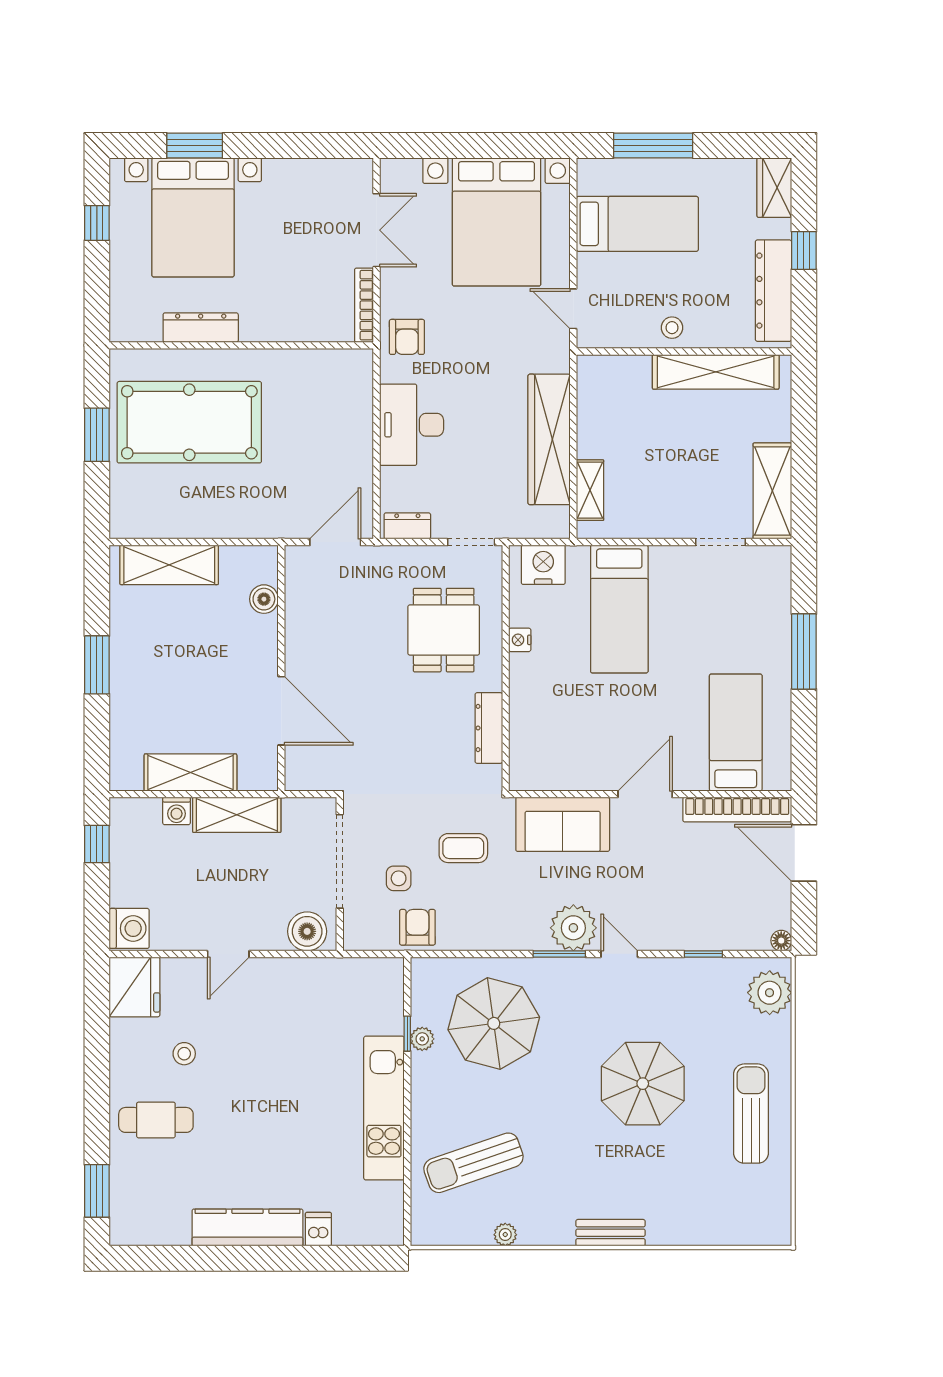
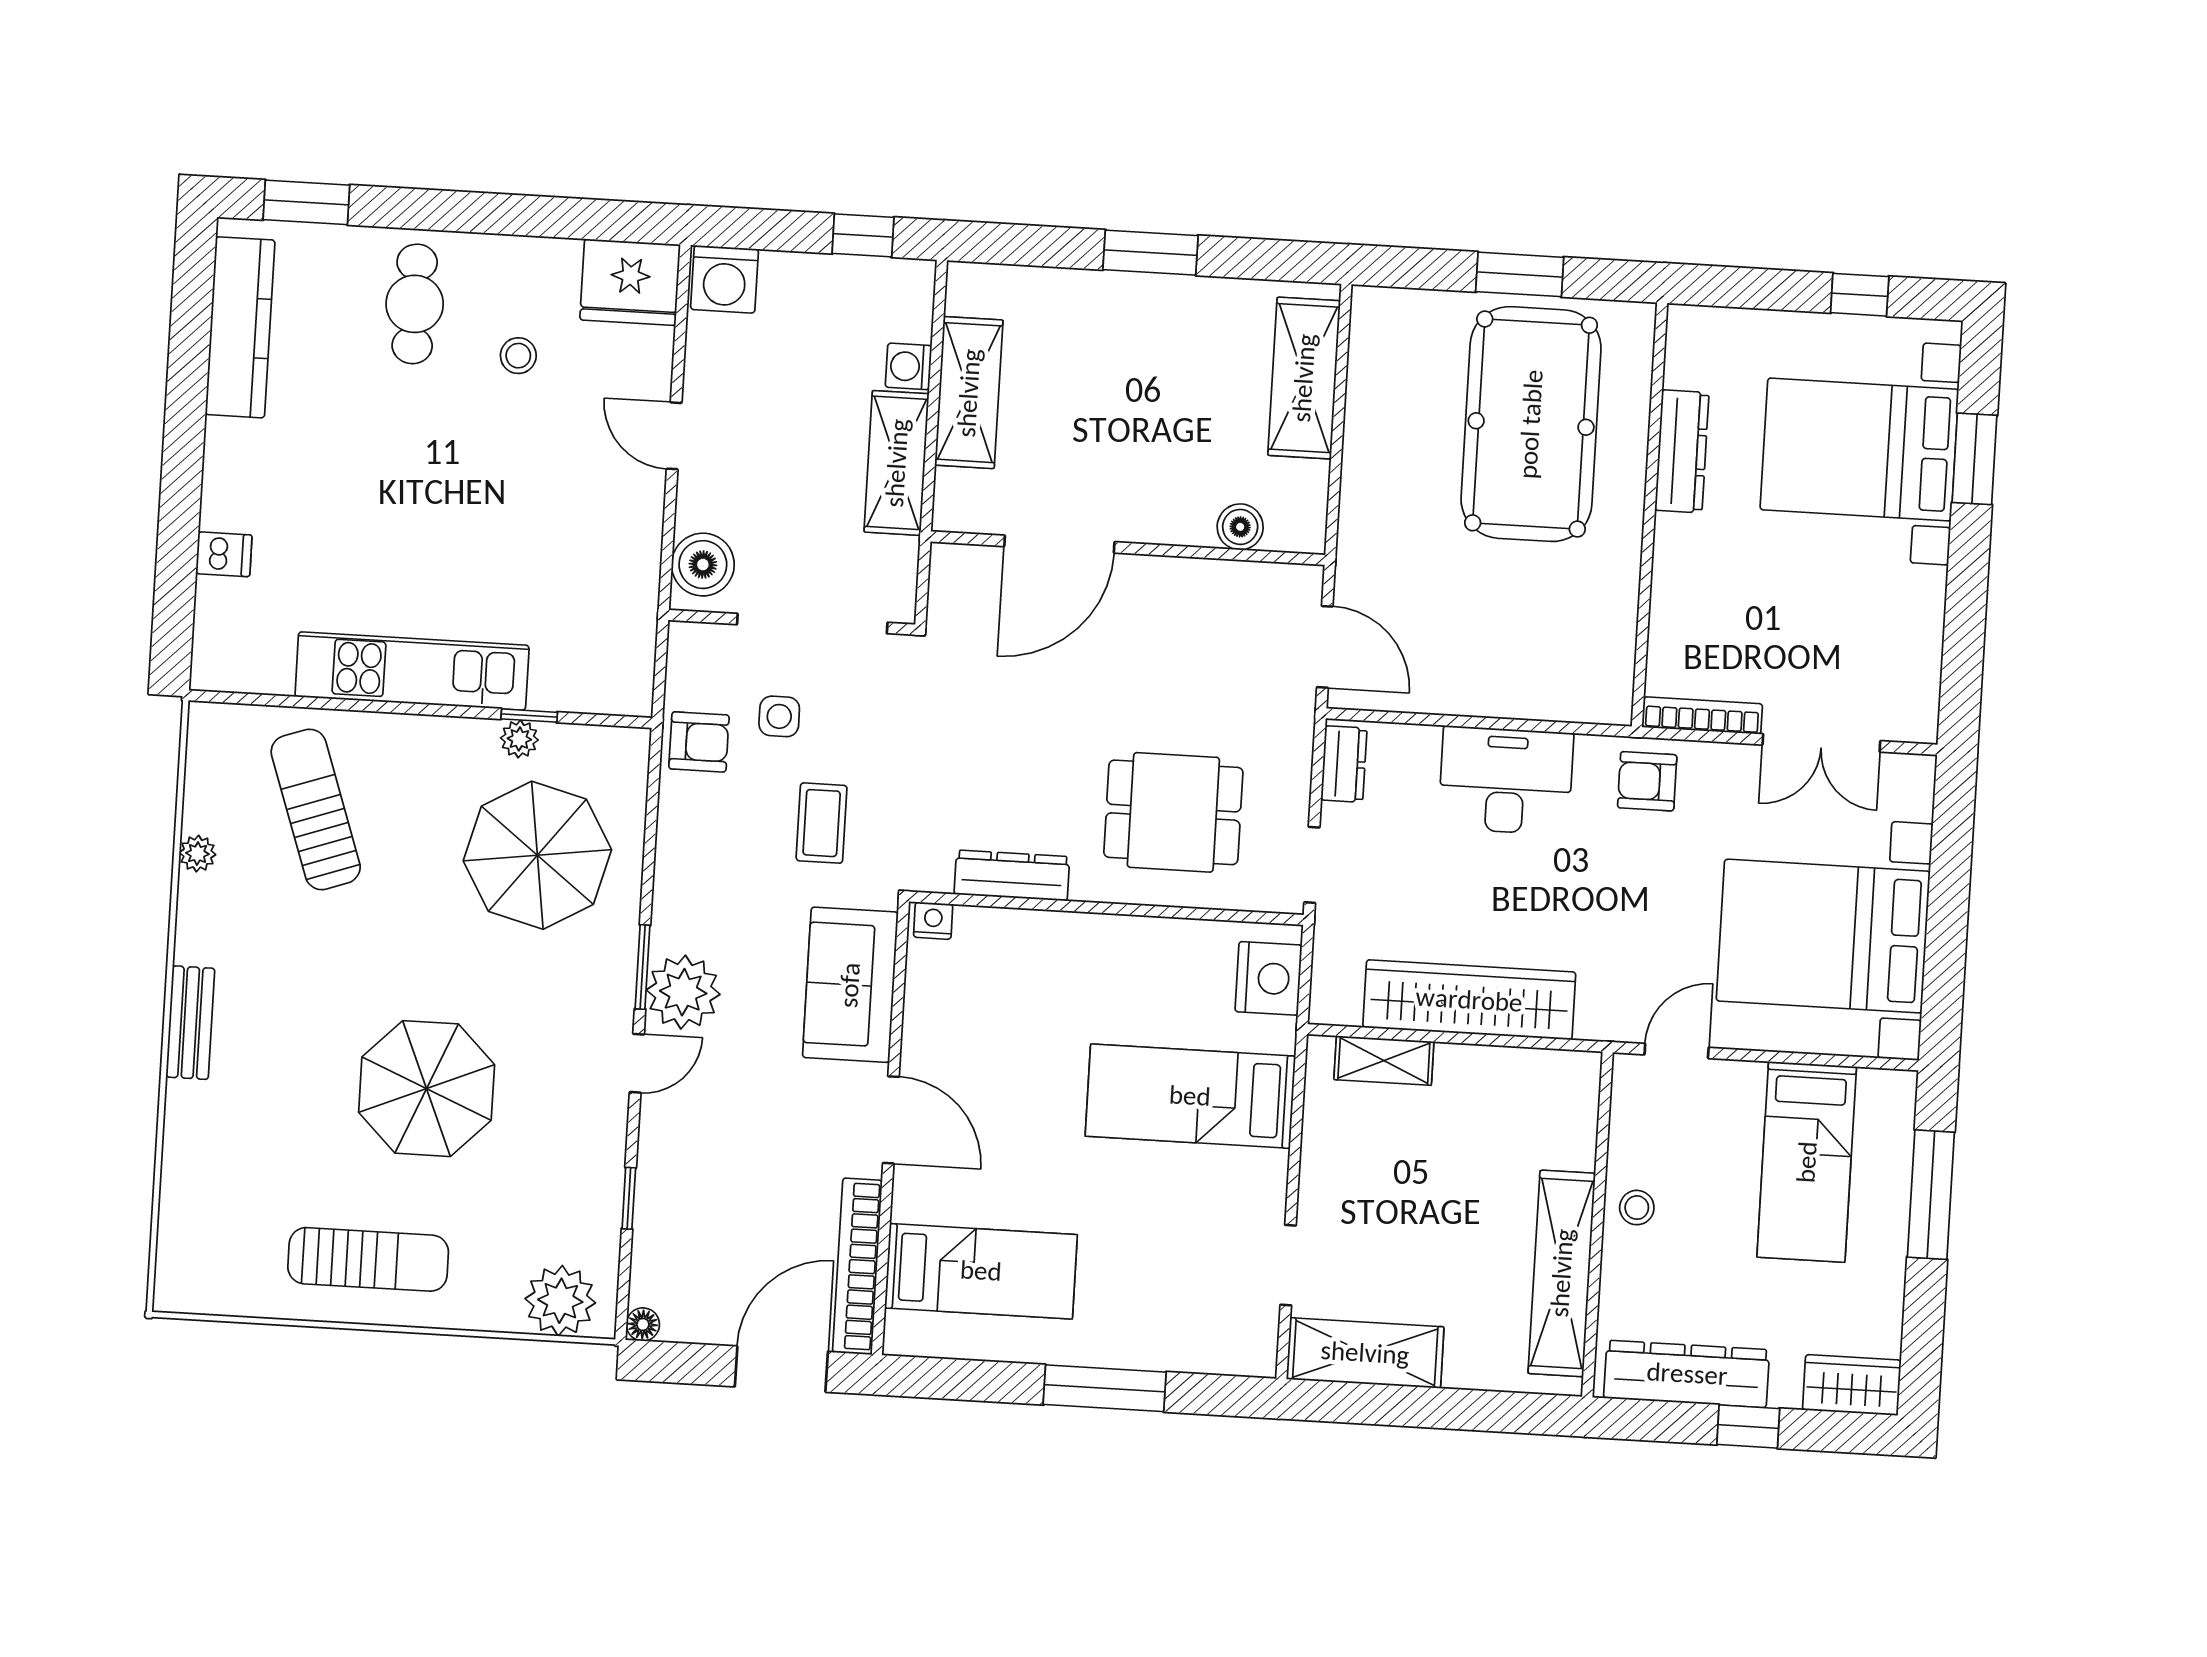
nightstand: (520, 640) -> (933, 921), moved
kitchen counter: (248, 1227) -> (240, 327), moved

